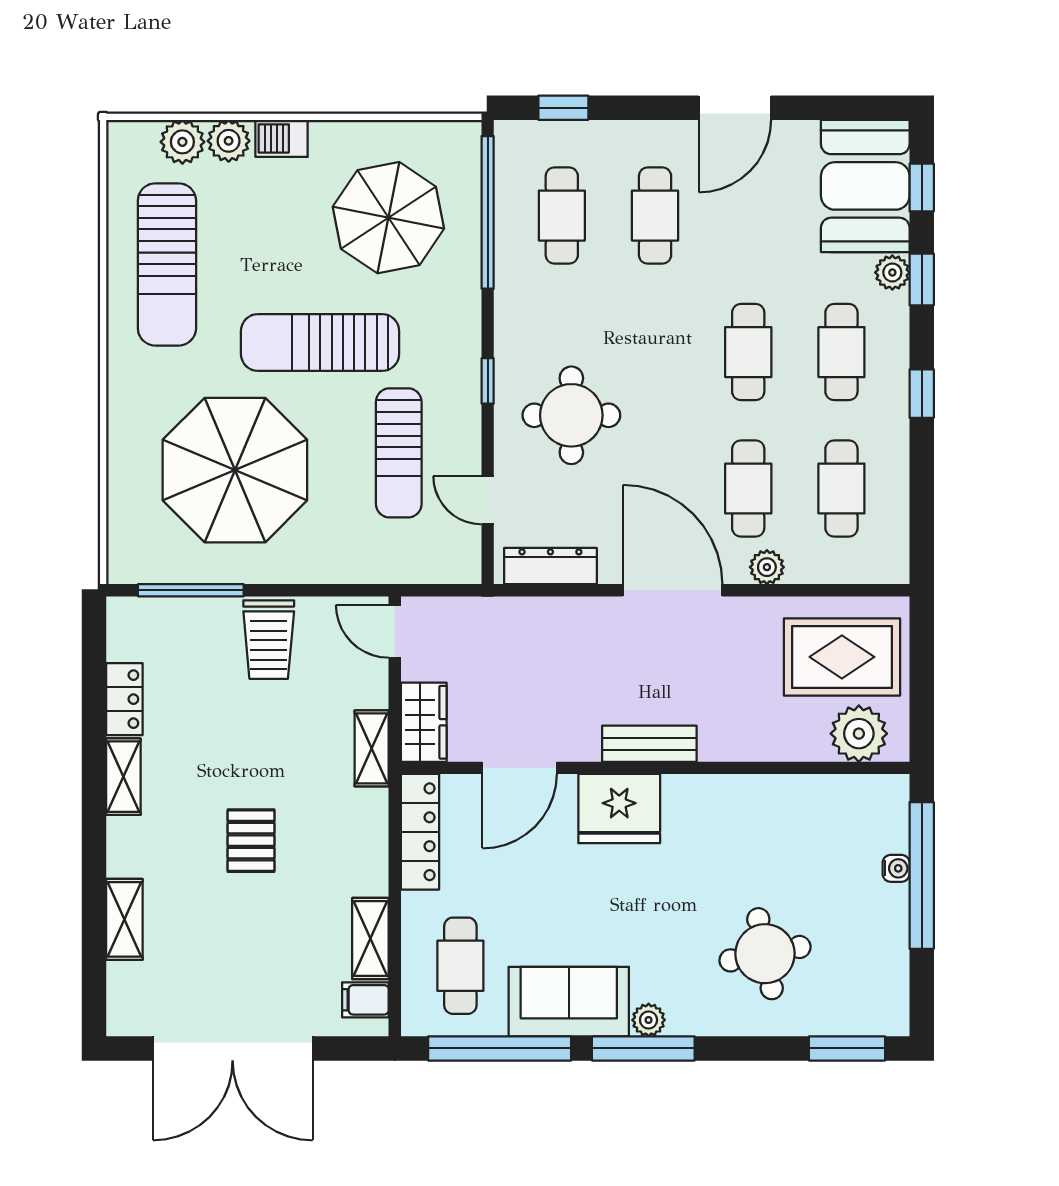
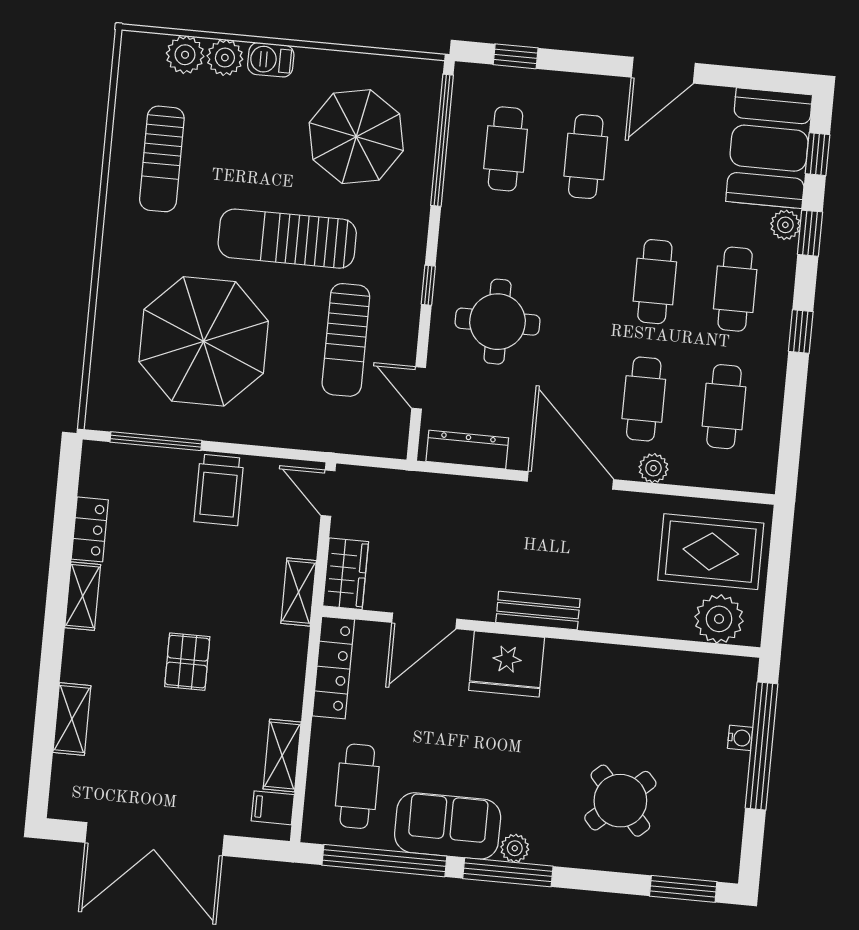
sun lounger: (167, 264) -> (162, 159), width x0.73, depth x0.75
round table: (765, 954) -> (620, 801), turned -31

